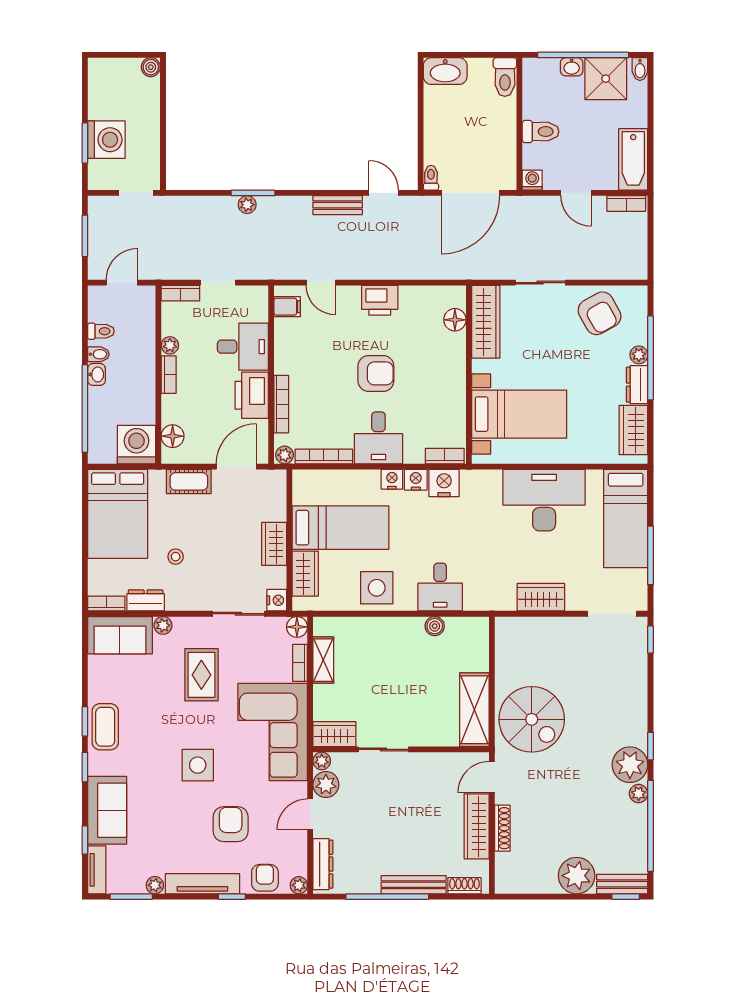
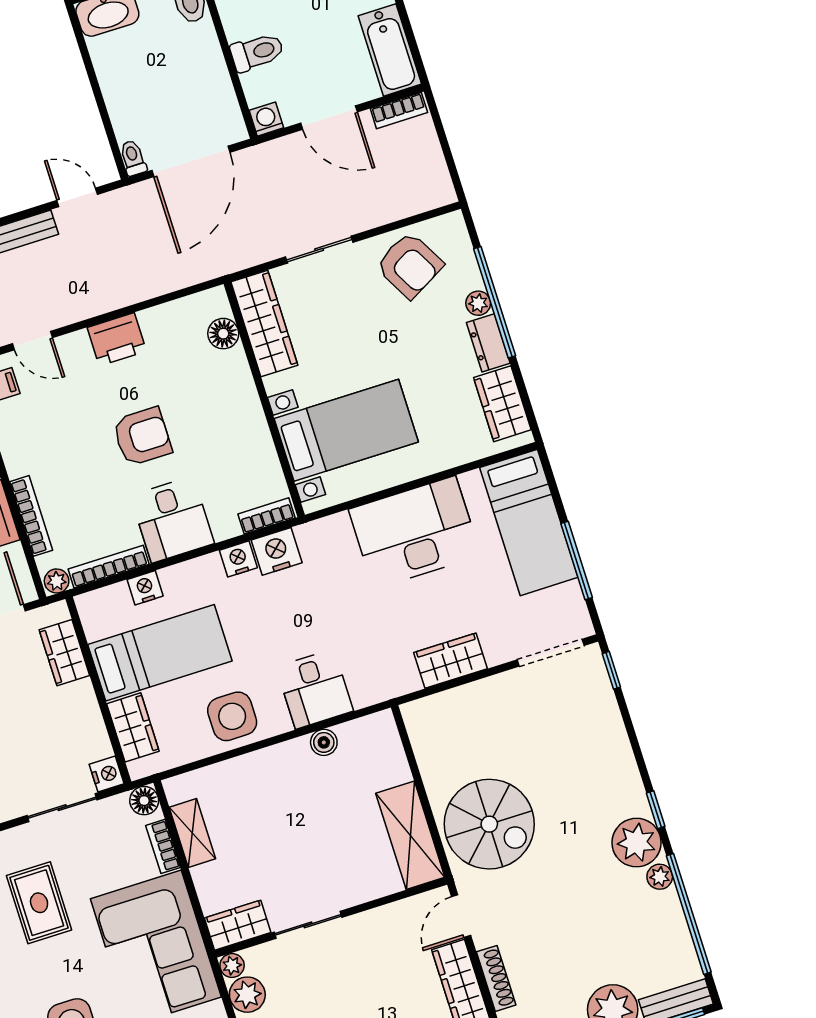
door: (576, 193) -> (329, 118), width x1.38
nightstand: (392, 479) -> (145, 588), moved
wardrobe: (274, 544) -> (64, 653), moved

